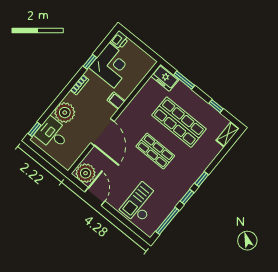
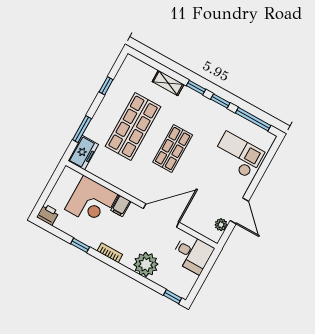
corner desk: (111, 65) -> (91, 202), moved, turned 180
desk: (53, 134) -> (193, 254), moved, turned -90
shelving: (228, 134) -> (168, 83), moved
plant: (86, 173) -> (221, 225), width x0.53, depth x0.53
door: (95, 196) -> (239, 211), swing flipped
checkout: (140, 203) -> (238, 155), turned 180

